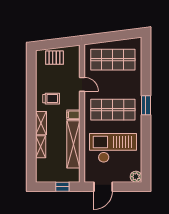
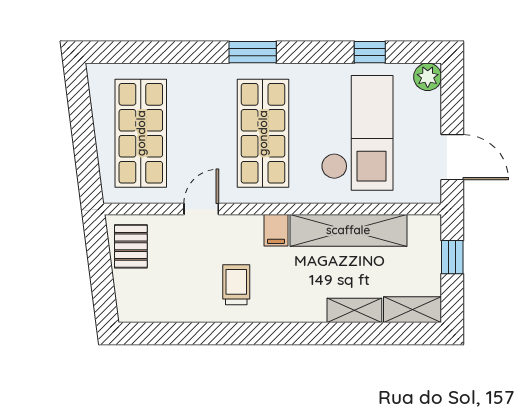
pallet: (54, 58) -> (131, 246), moved
shelving: (41, 123) -> (413, 310), moved
checkout: (113, 148) -> (357, 133), turned 180
window: (146, 153) -> (370, 52), added

